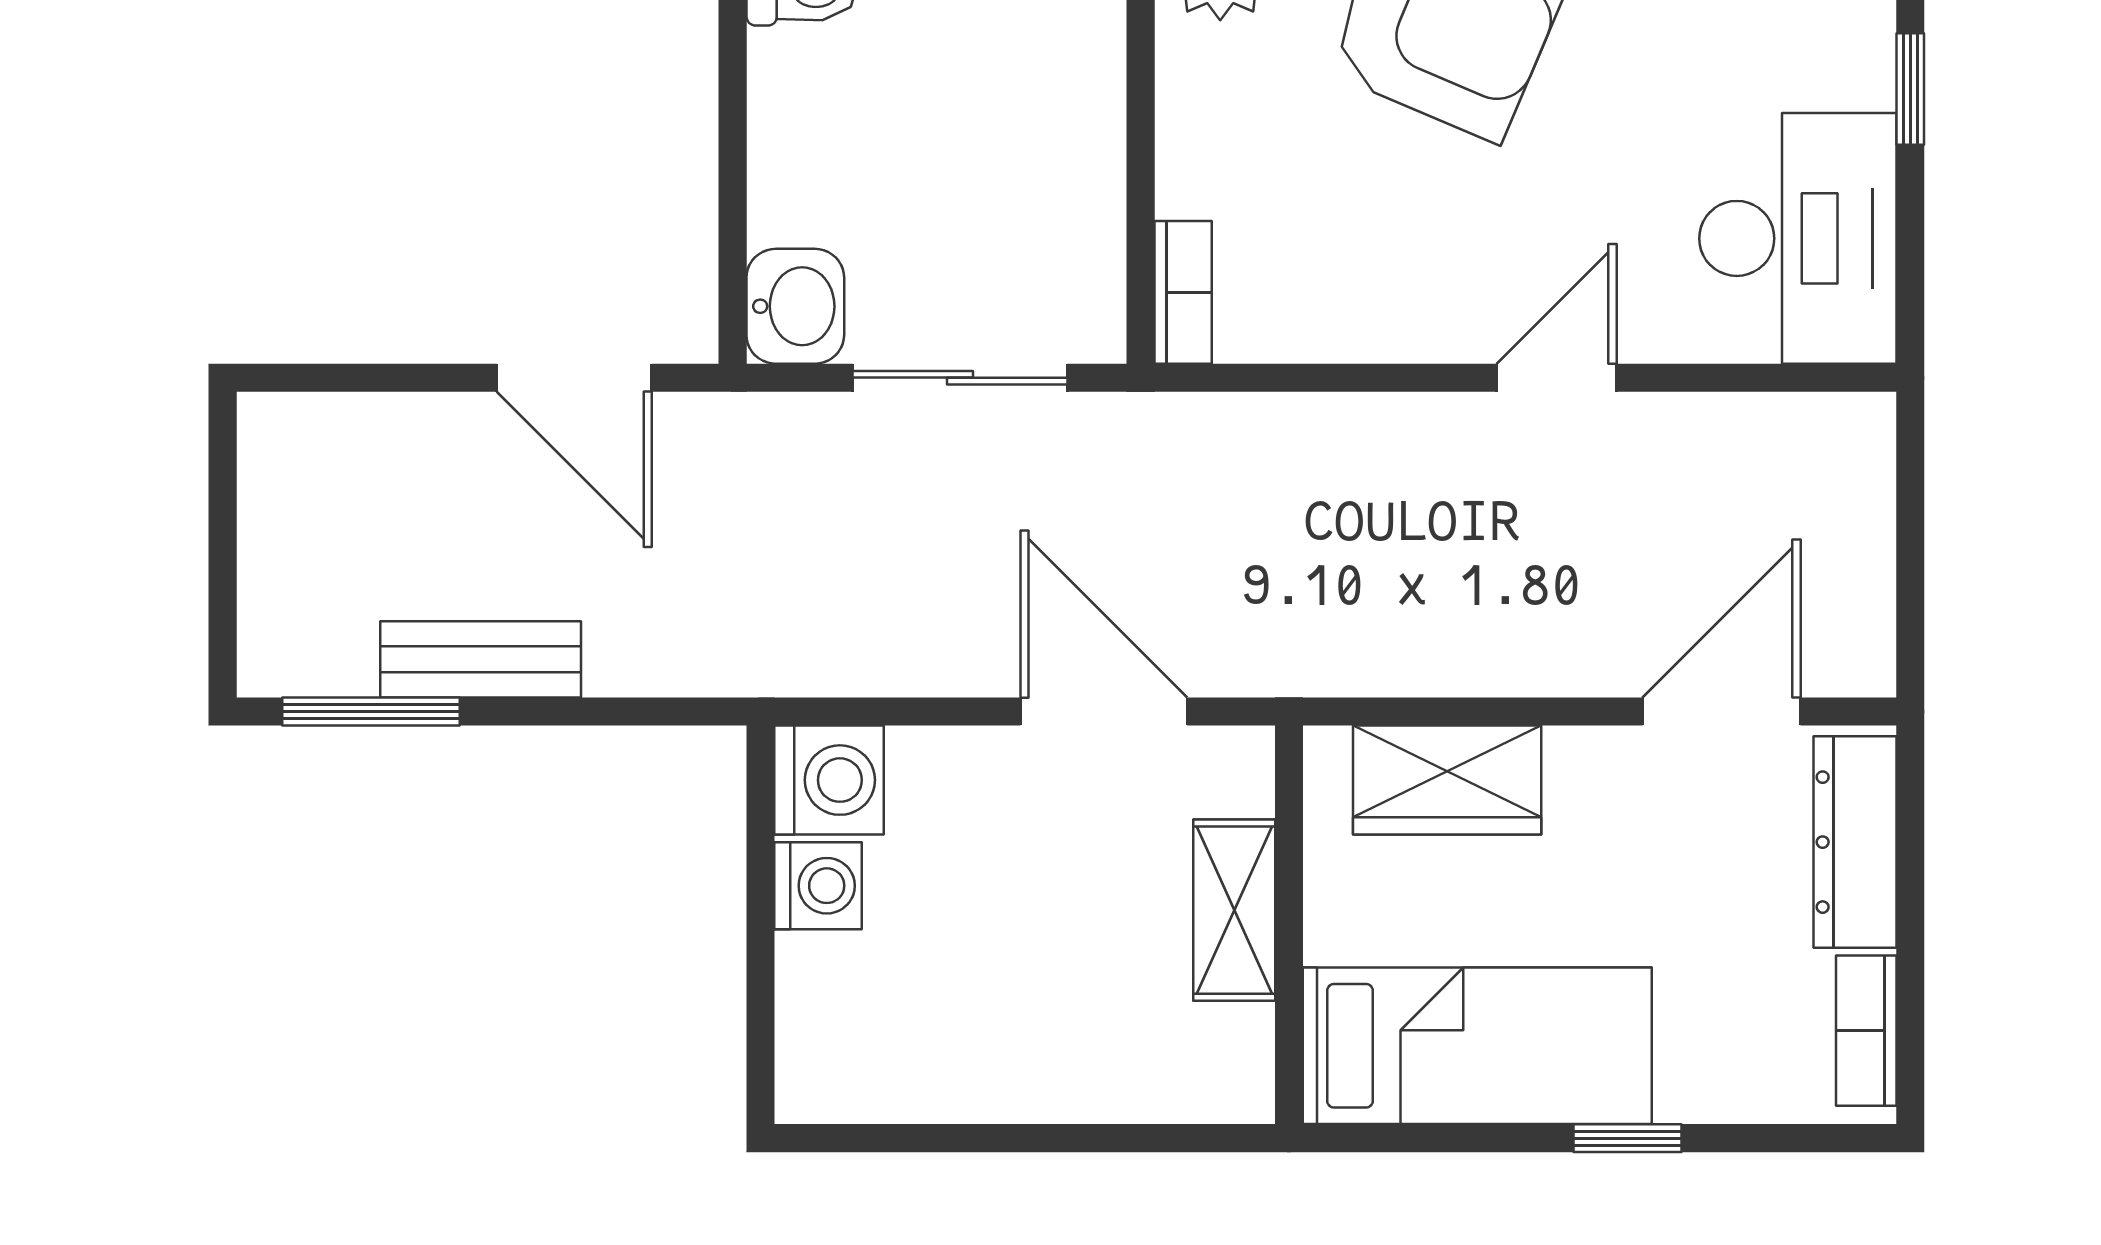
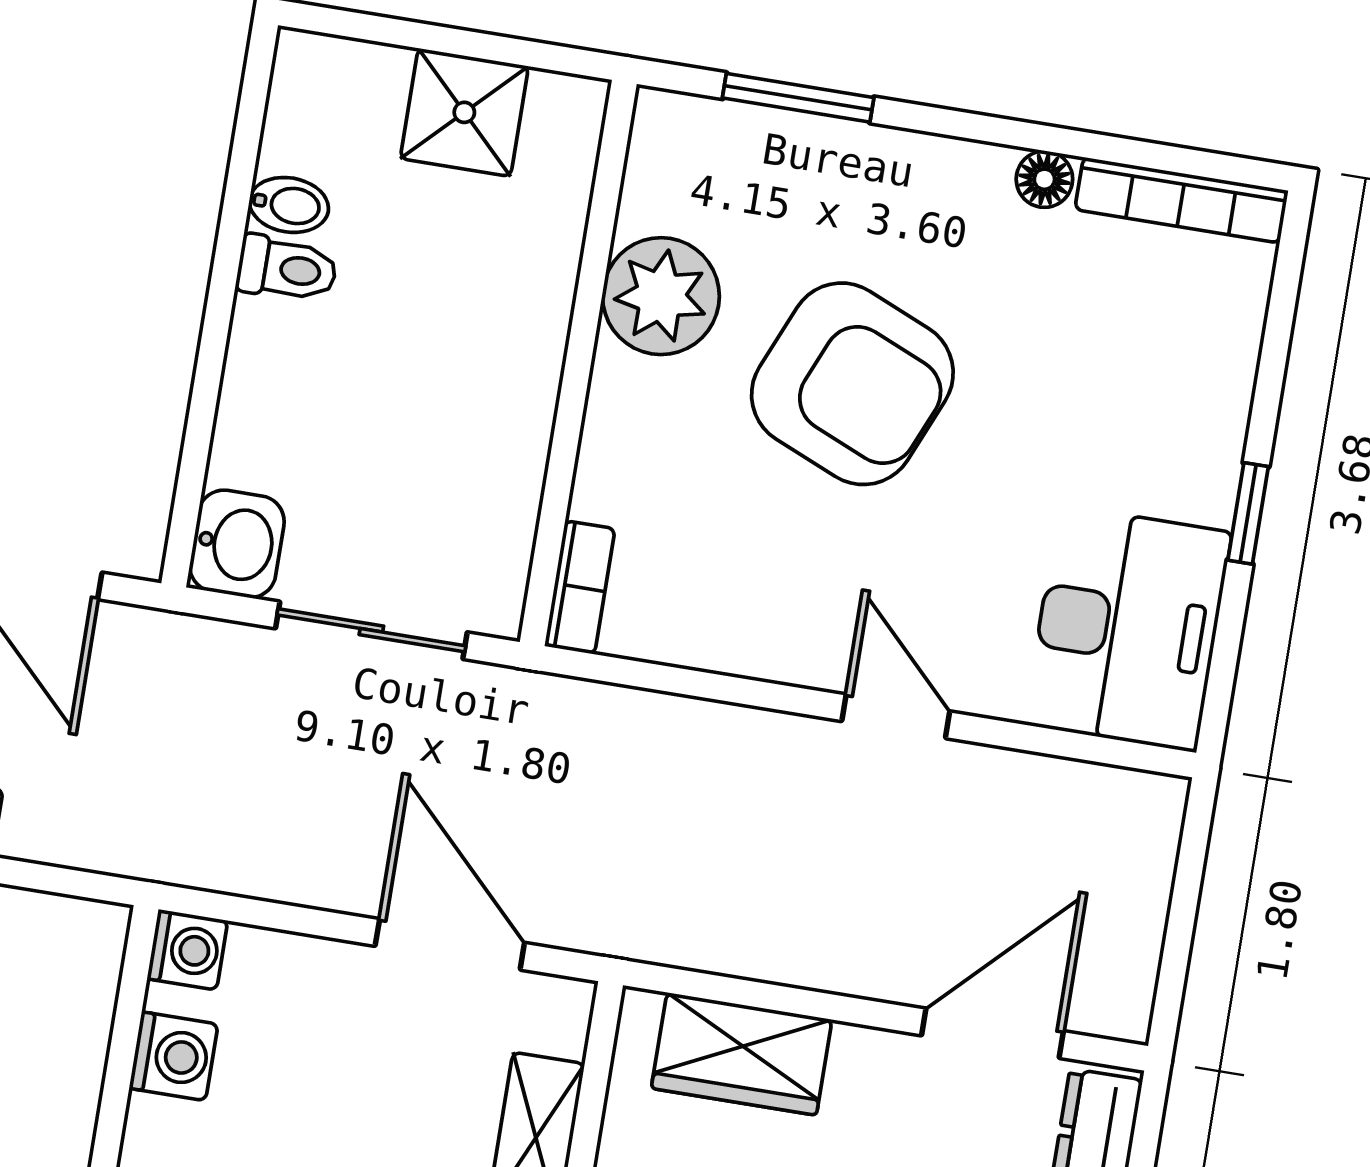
door: (1557, 378) -> (896, 716), hinge flipped
washing machine: (829, 780) -> (187, 950), width x0.73, depth x0.73

